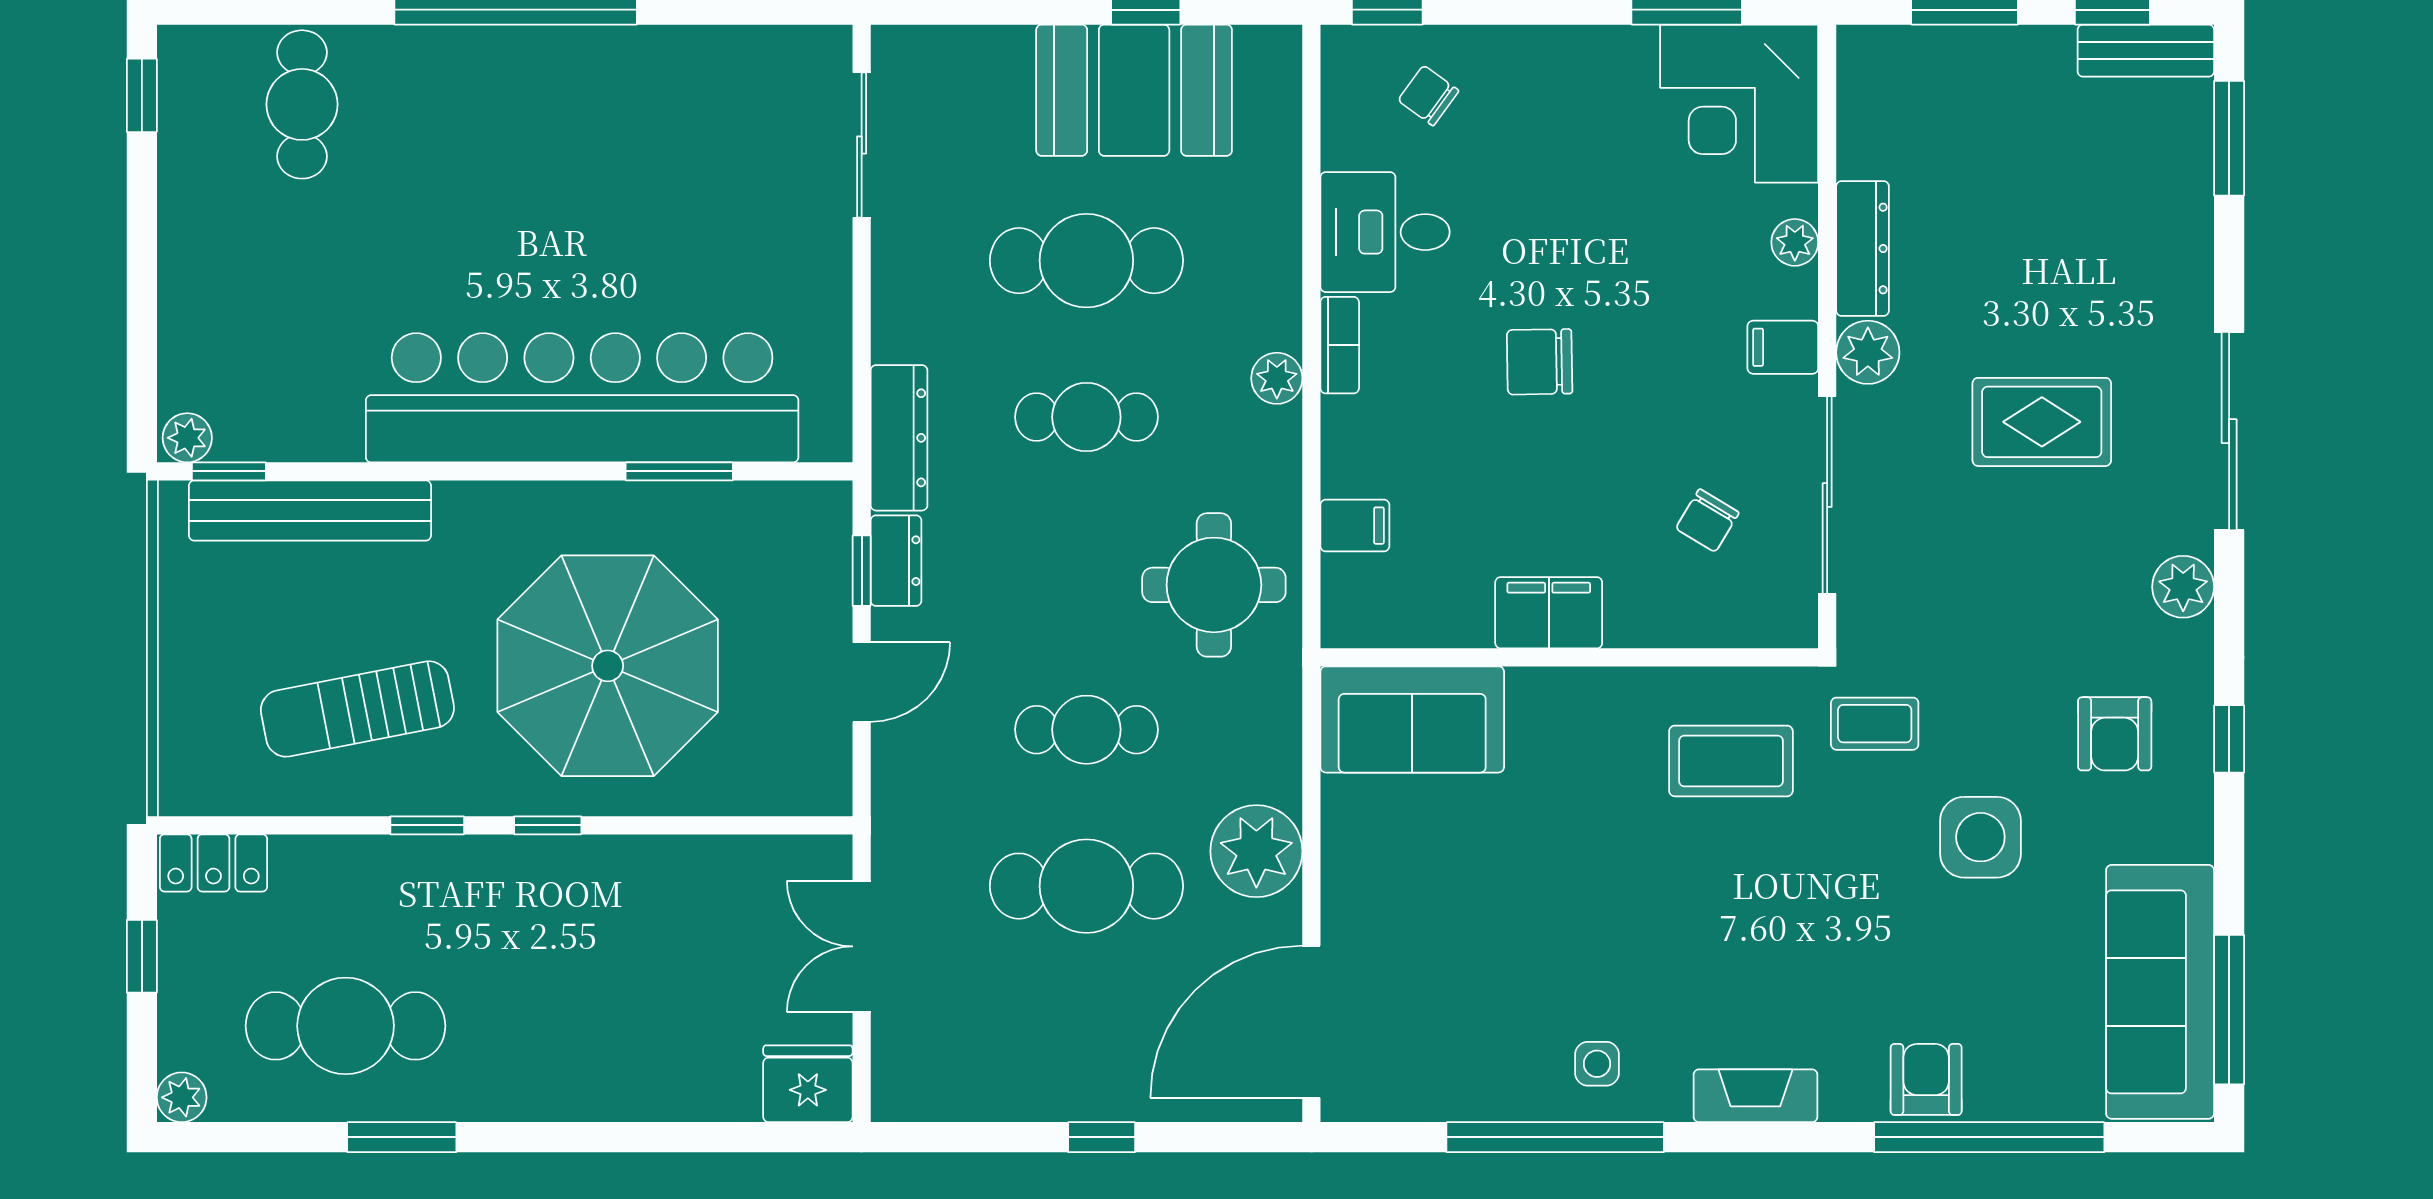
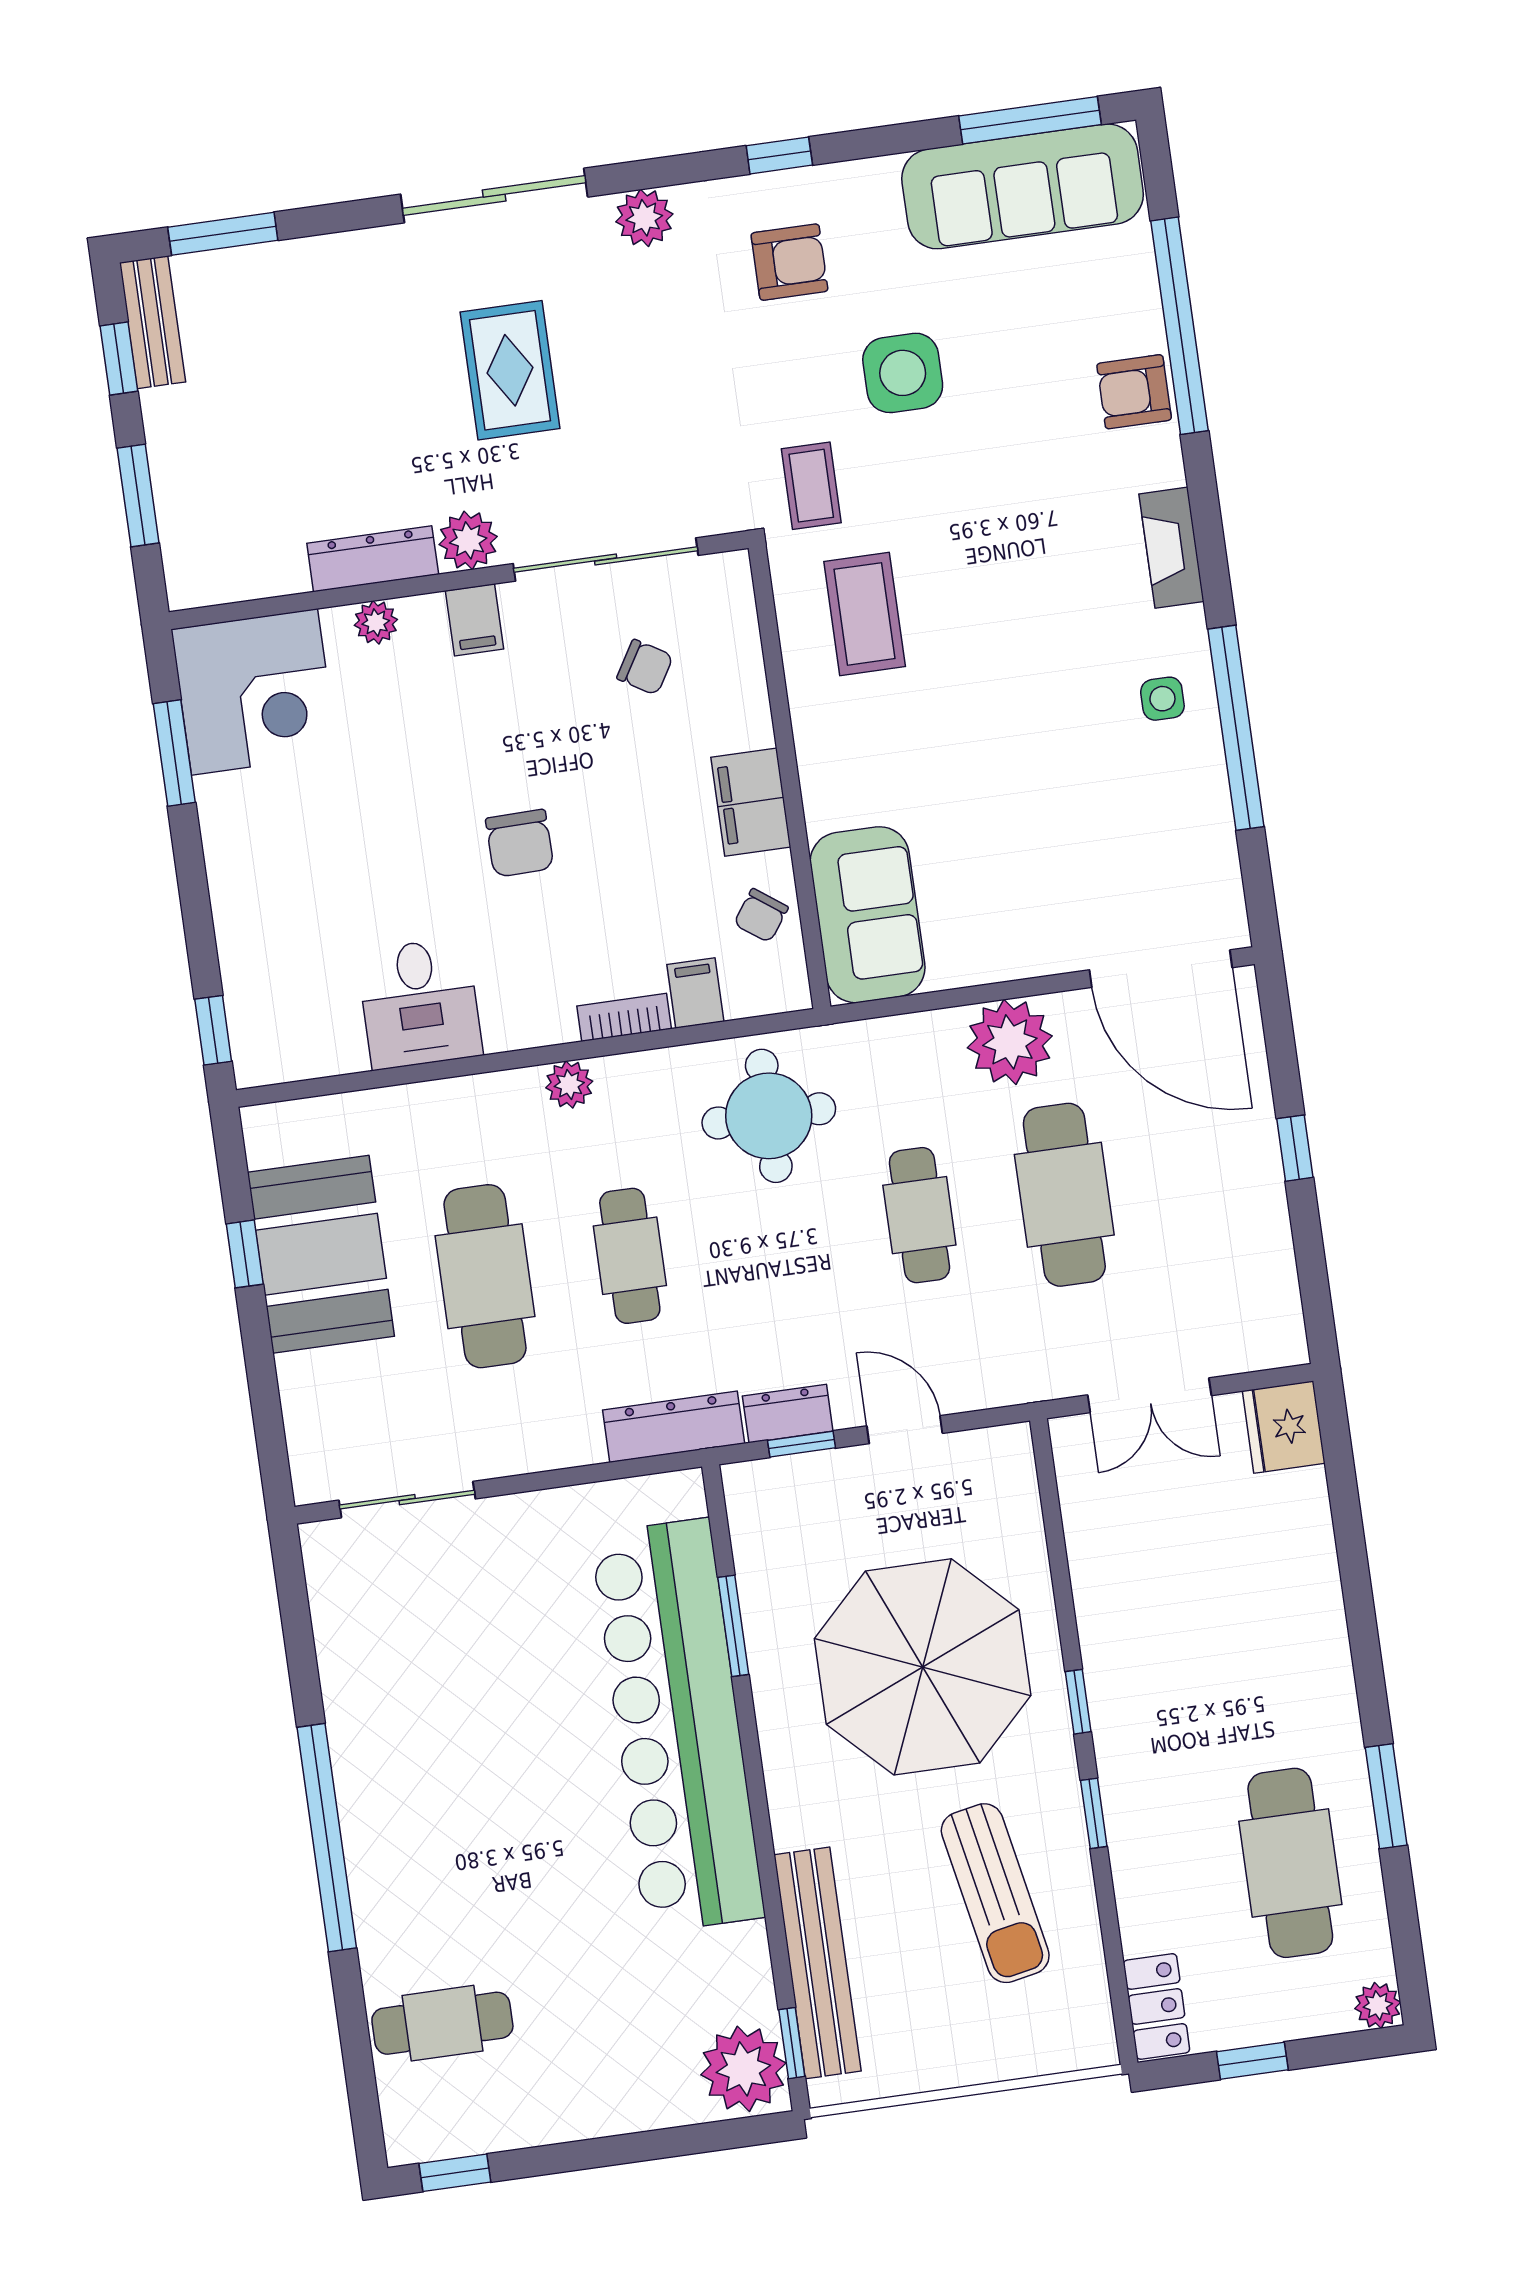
chair: (1428, 96) -> (761, 916), moved
bookcase: (1340, 345) -> (624, 1017), moved
plant: (187, 438) -> (743, 2069), width x1.88, depth x1.88

